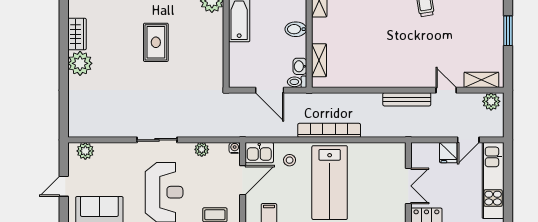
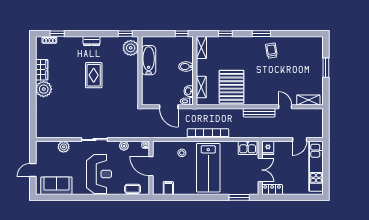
pallet: (365, 60) -> (232, 87), added
plant: (491, 101) -> (315, 114), removed
plant: (85, 151) -> (64, 147), moved
kitchen sink: (259, 153) -> (248, 148), moved
fridge: (448, 153) -> (268, 148), moved
door: (243, 180) -> (151, 166), swing flipped

